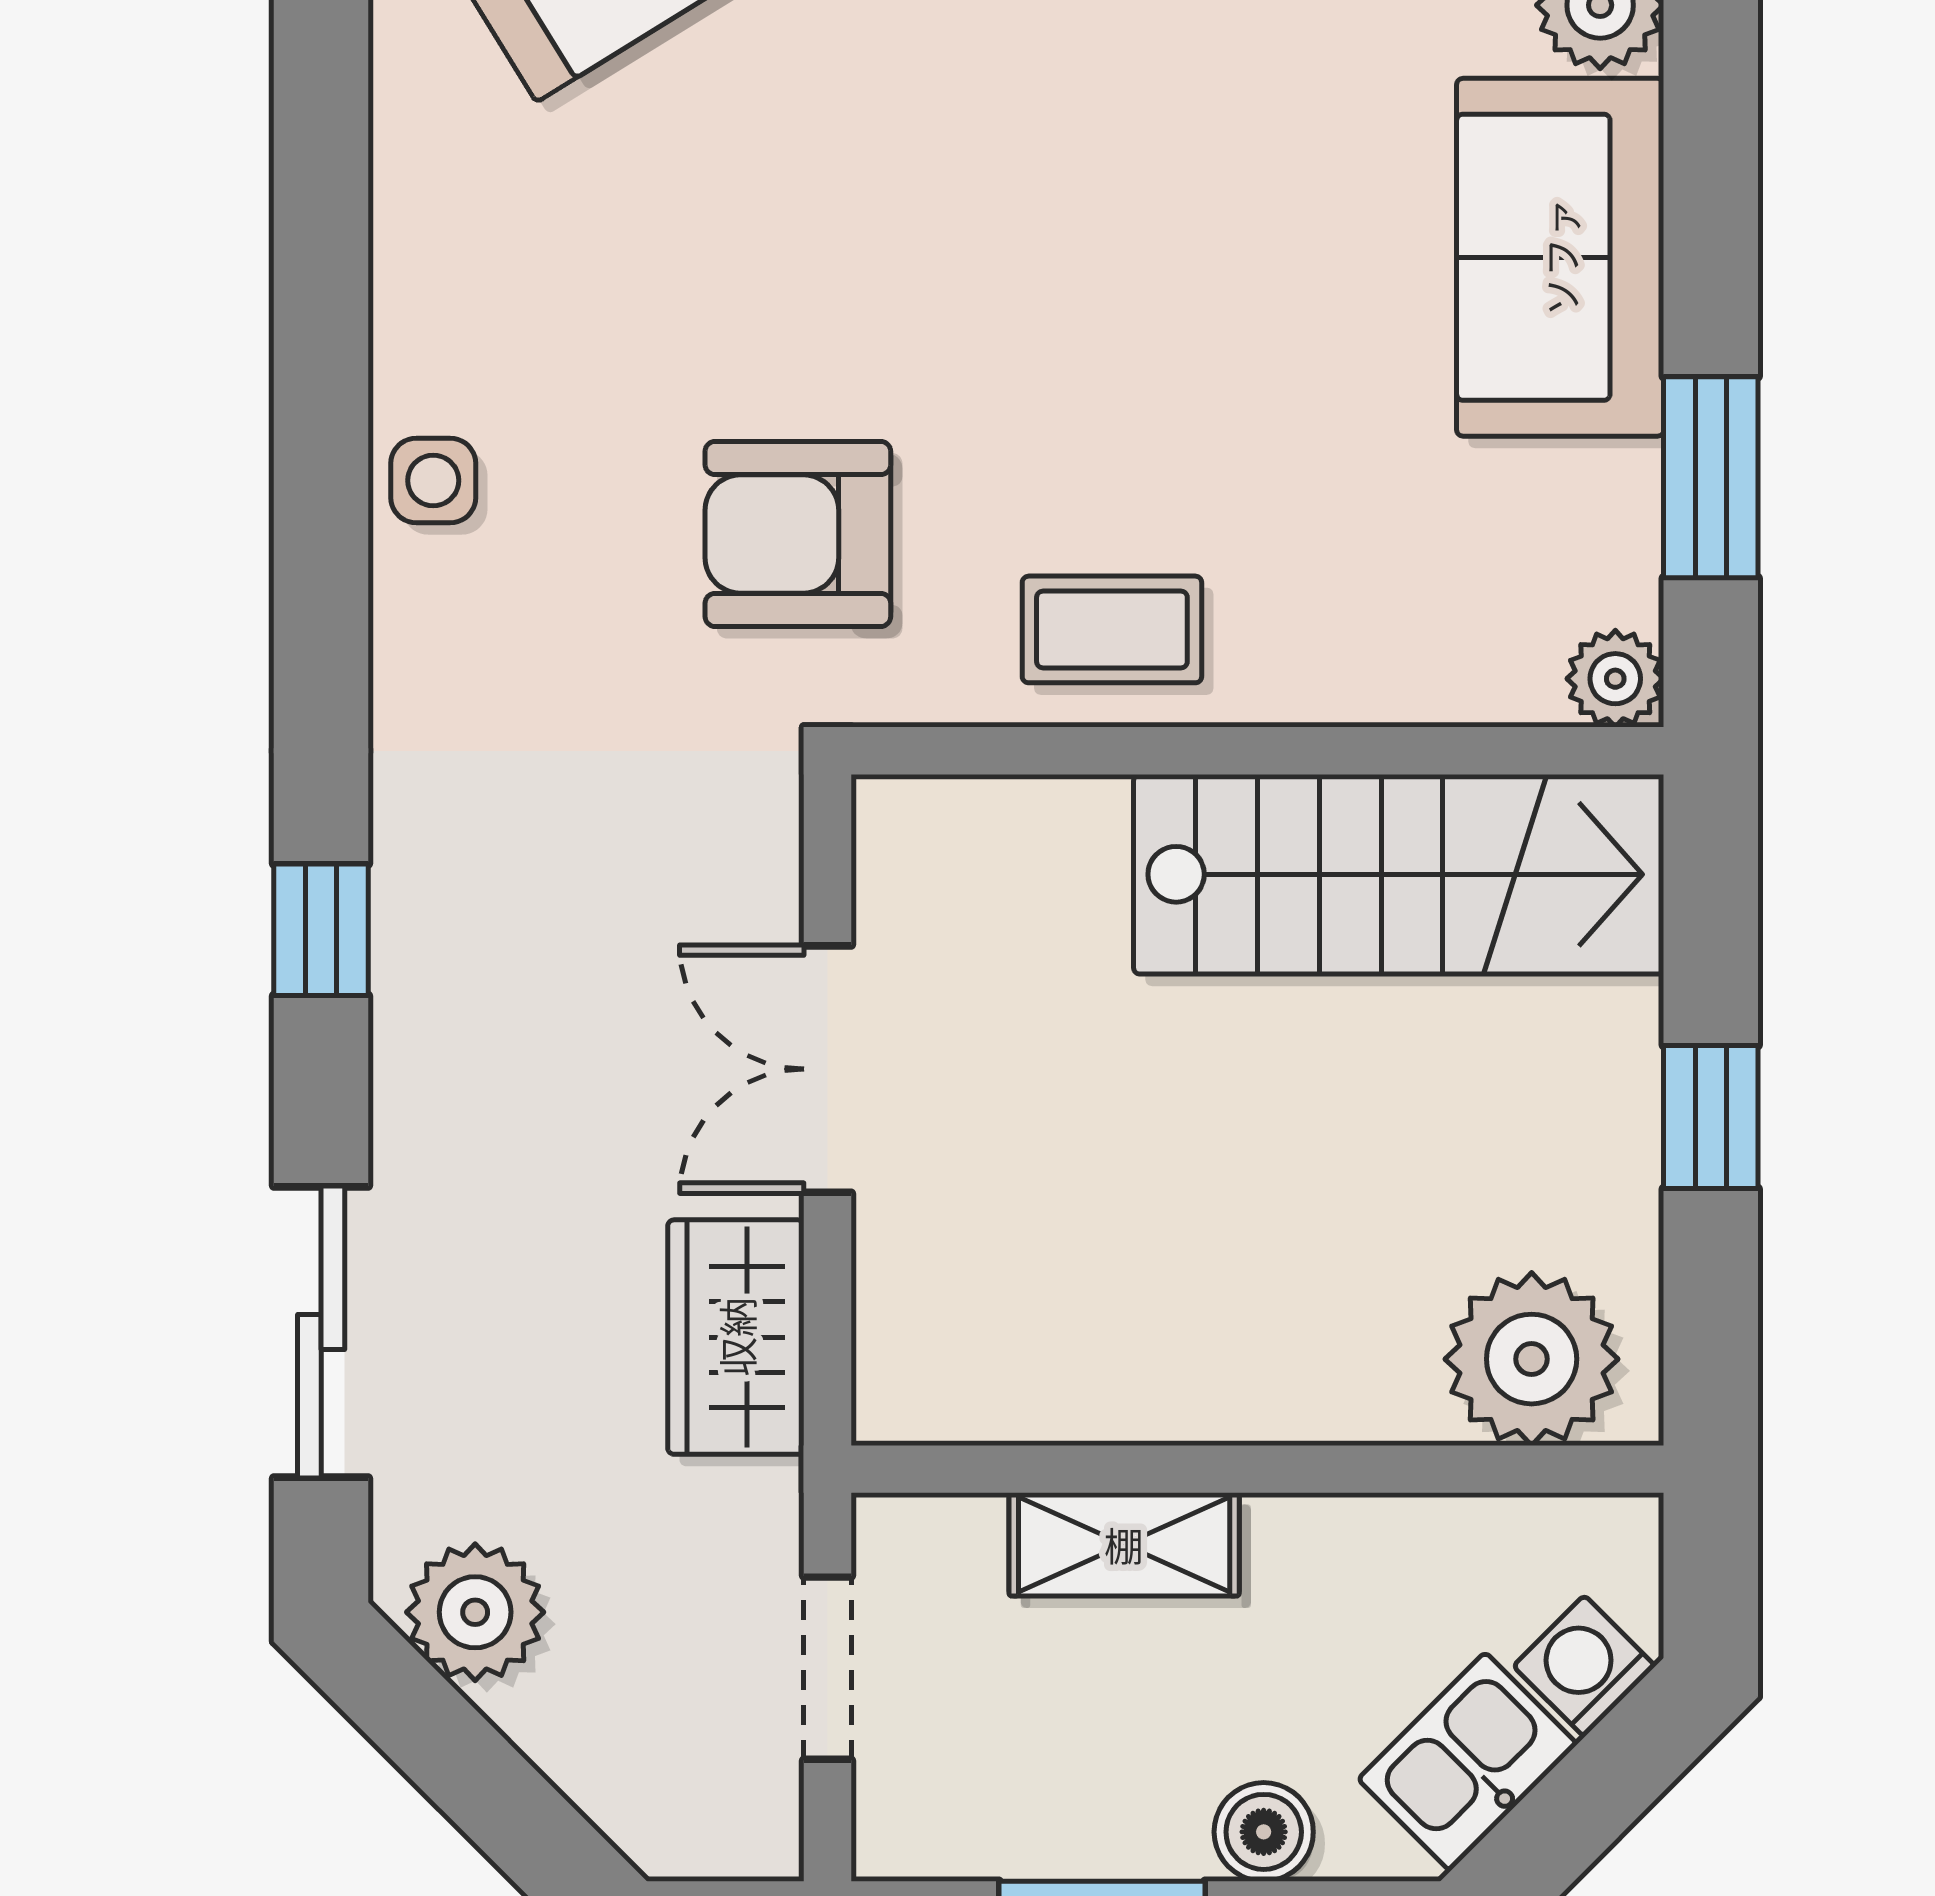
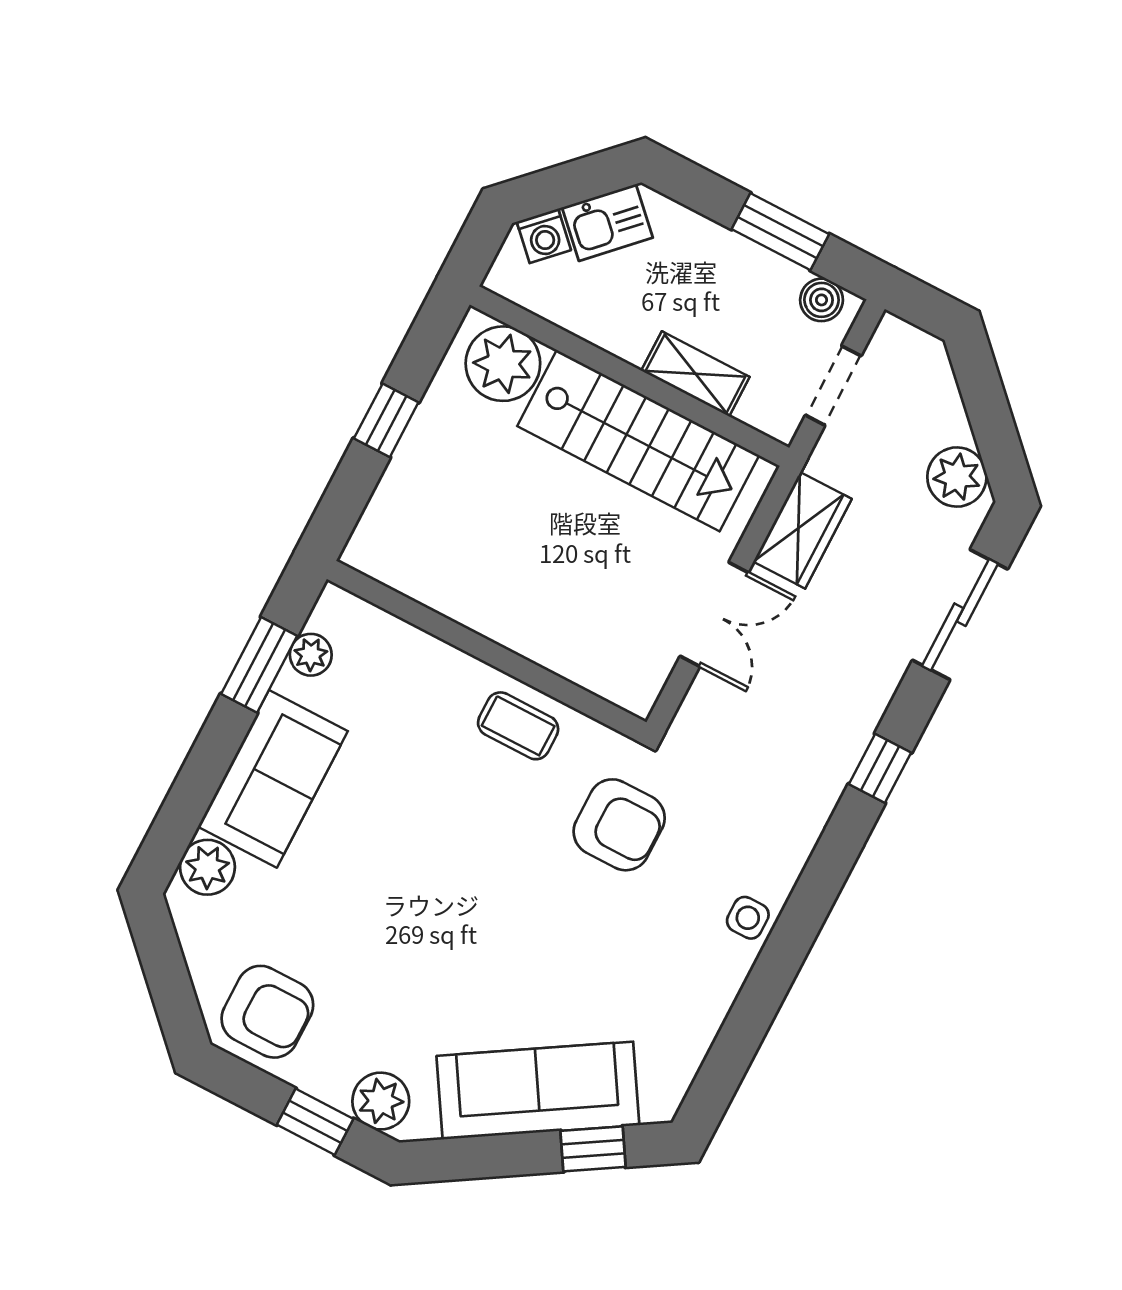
plant: (1615, 679) -> (311, 655), moved
stairs: (1399, 874) -> (638, 441), moved, turned 180
boiler: (1264, 1832) -> (822, 300), moved

